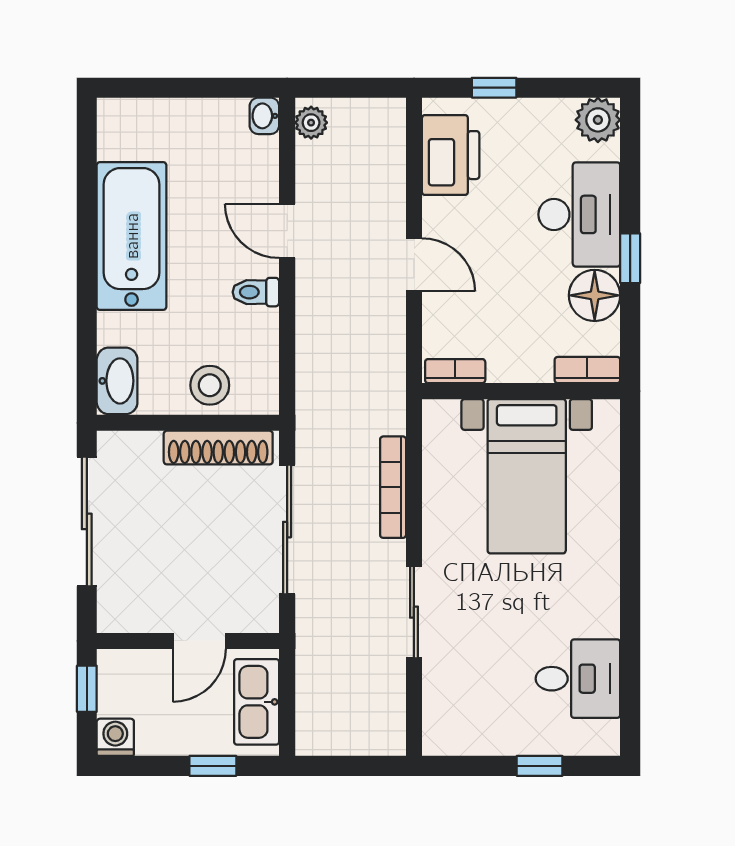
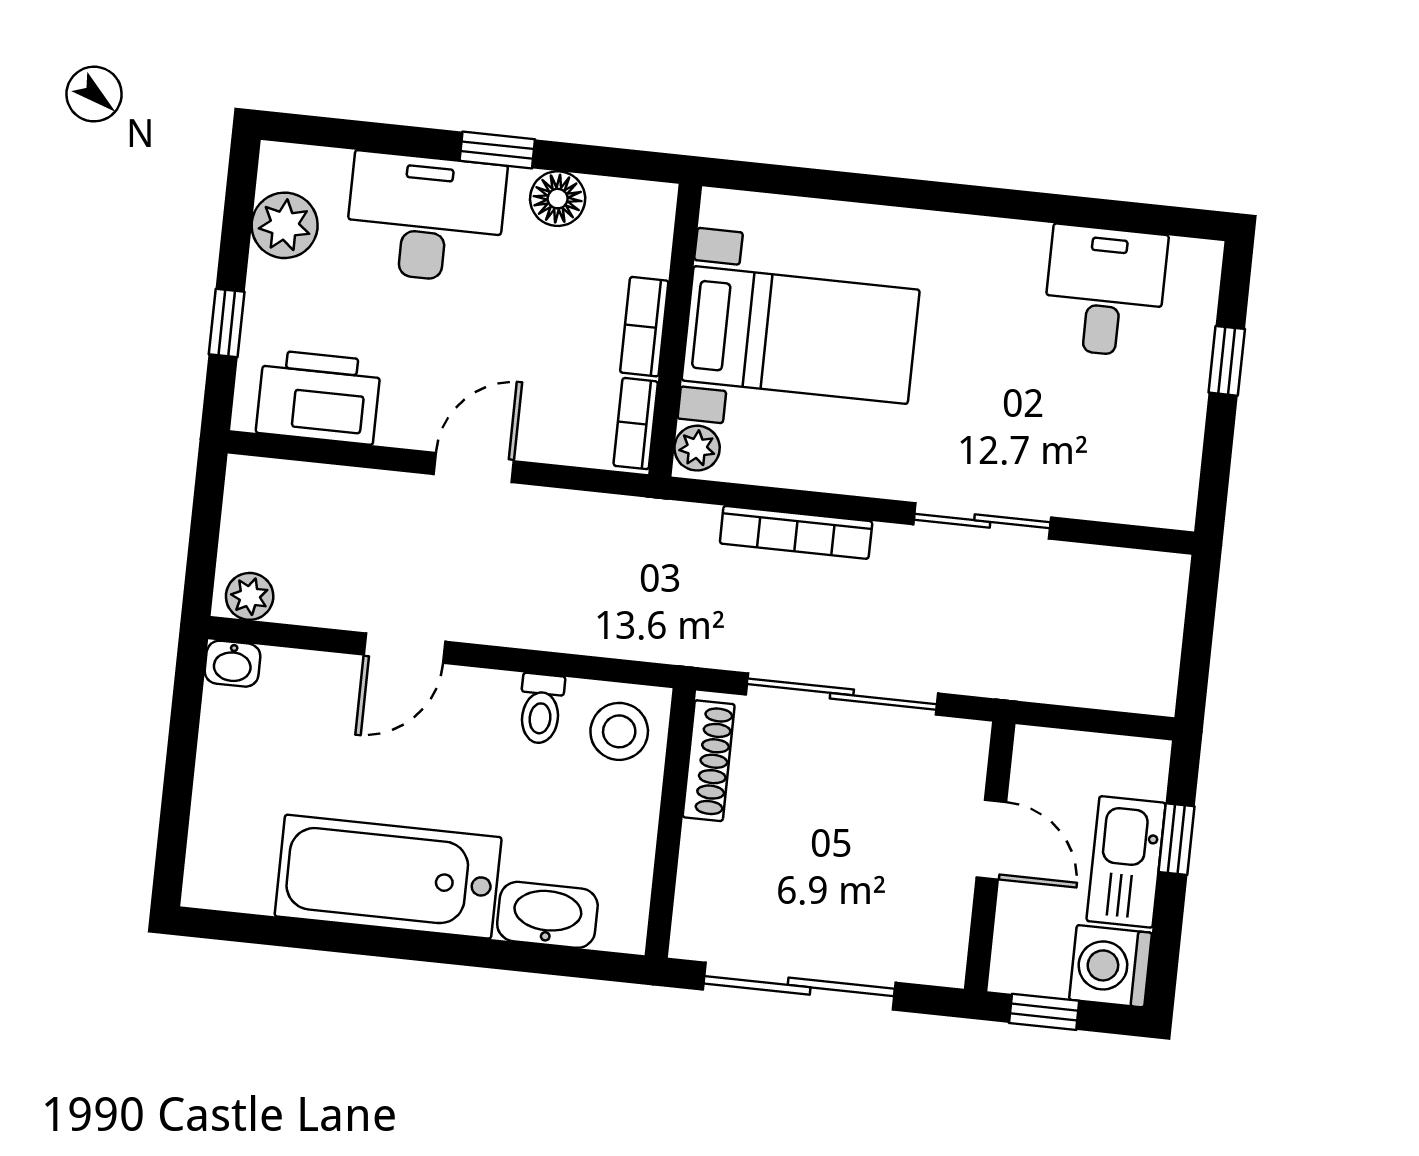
plant: (598, 120) -> (285, 225), moved
toilet: (256, 292) -> (541, 709), moved
floor lamp: (595, 295) -> (558, 199), width x0.73, depth x0.73
bookcase: (587, 370) -> (644, 327), moved
washbasin: (117, 381) -> (547, 915), moved
stool: (210, 385) -> (619, 731), moved
plant: (443, 414) -> (697, 448), added
shoe rack: (218, 448) -> (709, 761), width x0.74, depth x0.81
kitchen sink: (257, 702) -> (1126, 862), moved, turned 90
washing machine: (115, 737) -> (1110, 966), width x1.38, depth x1.38

